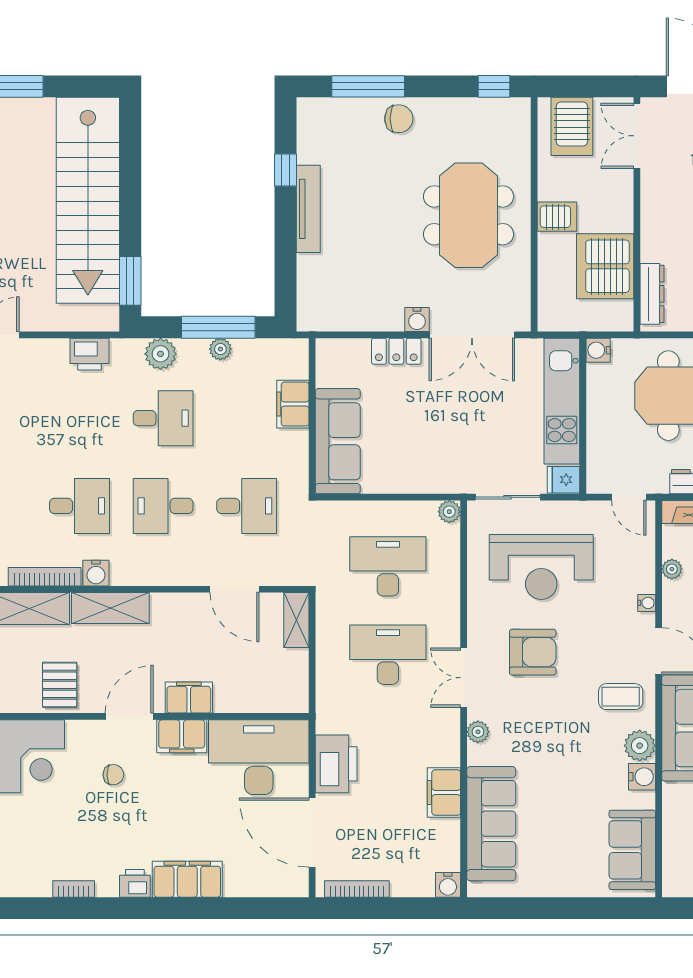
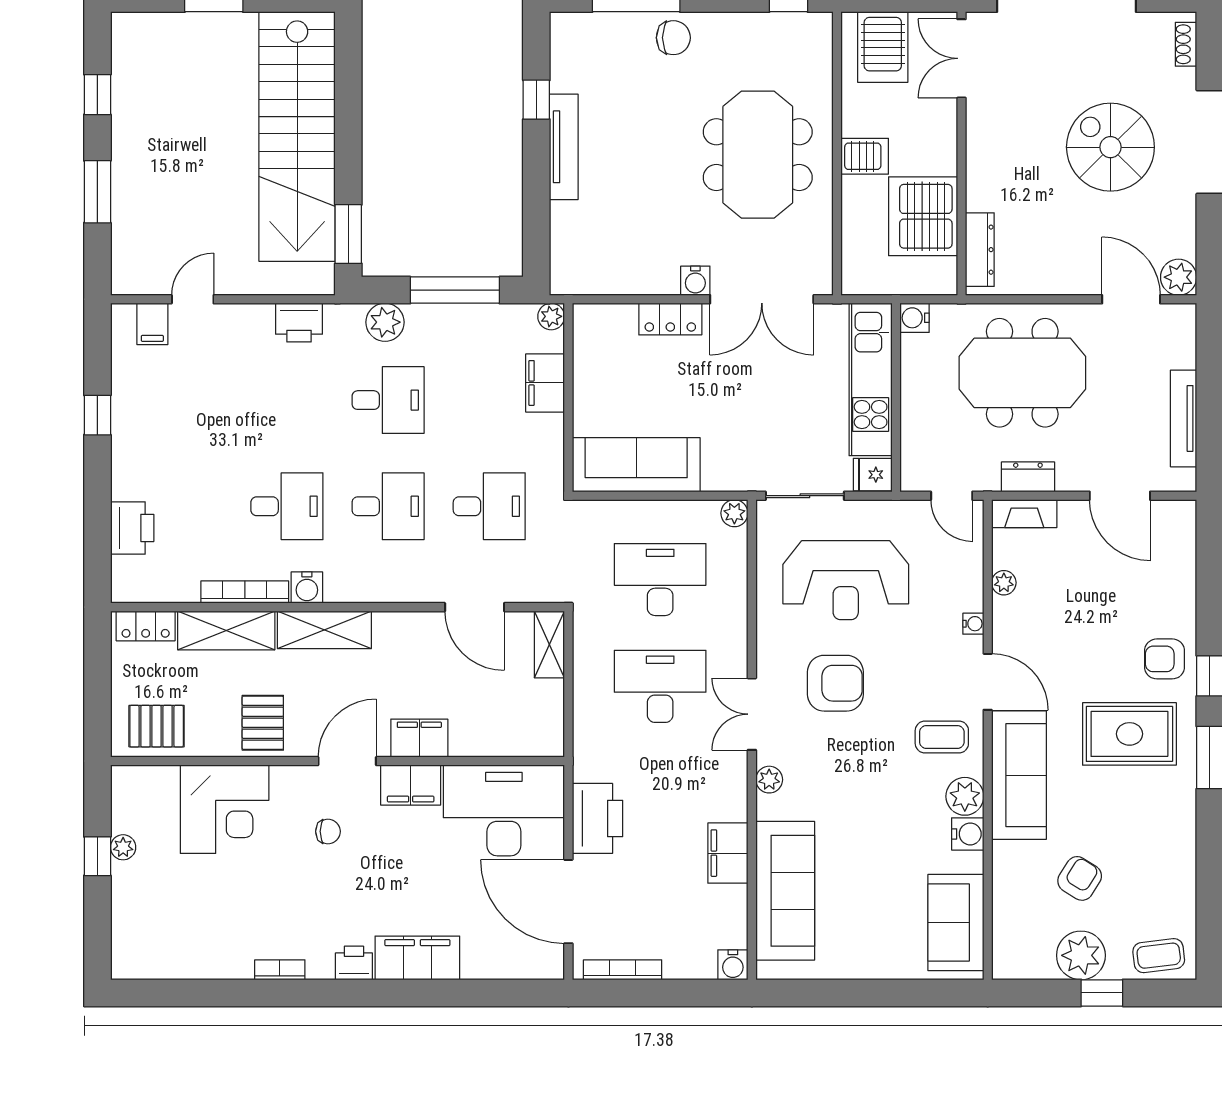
plant: (220, 349) -> (551, 316), moved
sofa: (338, 441) -> (636, 465), moved, turned -90
desk: (163, 506) -> (388, 506), turned 180

